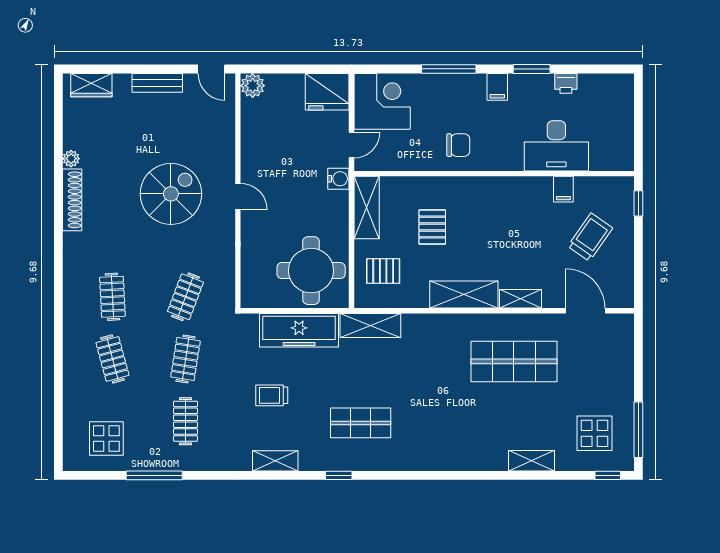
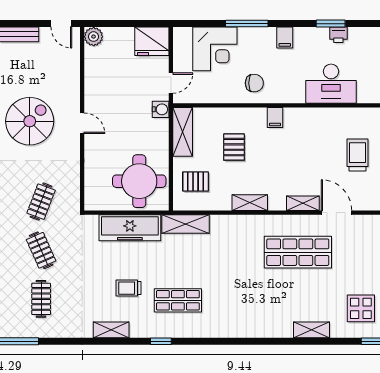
window: (532, 69) -> (331, 24), moved
corner desk: (382, 101) -> (215, 49), moved, turned 90
filing cabinet: (563, 189) -> (275, 117), moved
trolley: (590, 237) -> (357, 155), turned -35
shelving: (464, 295) -> (250, 203), width x0.67, depth x0.75
door: (585, 311) -> (336, 213), moved
clothes rail: (185, 359) -> (41, 250), turned -33
trolley: (272, 395) -> (128, 288), moved

